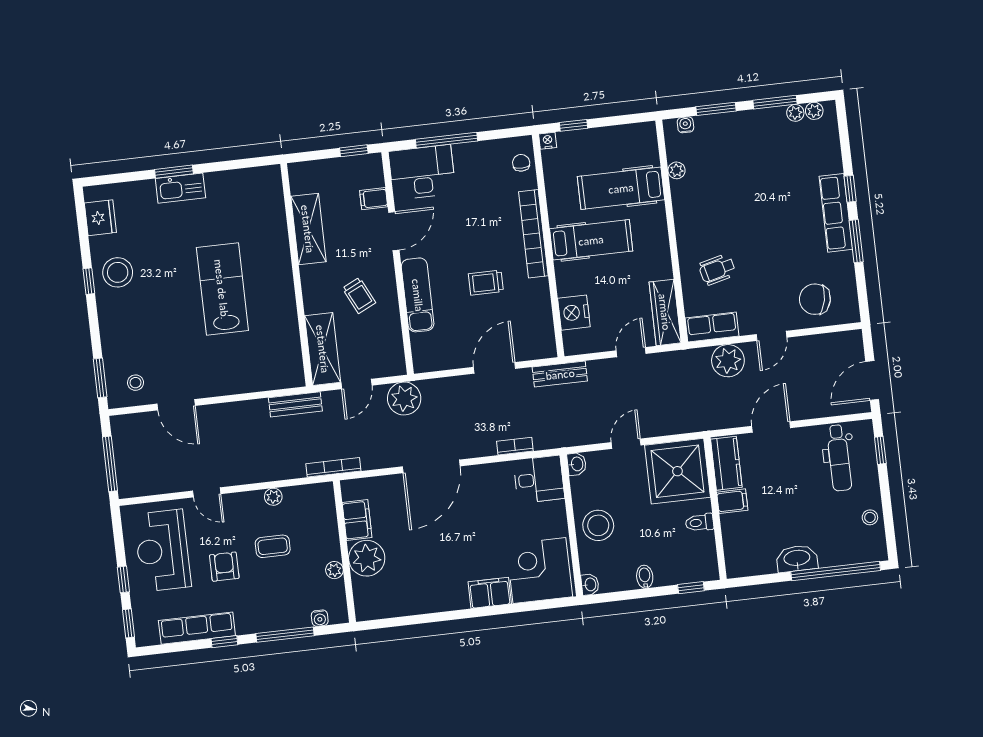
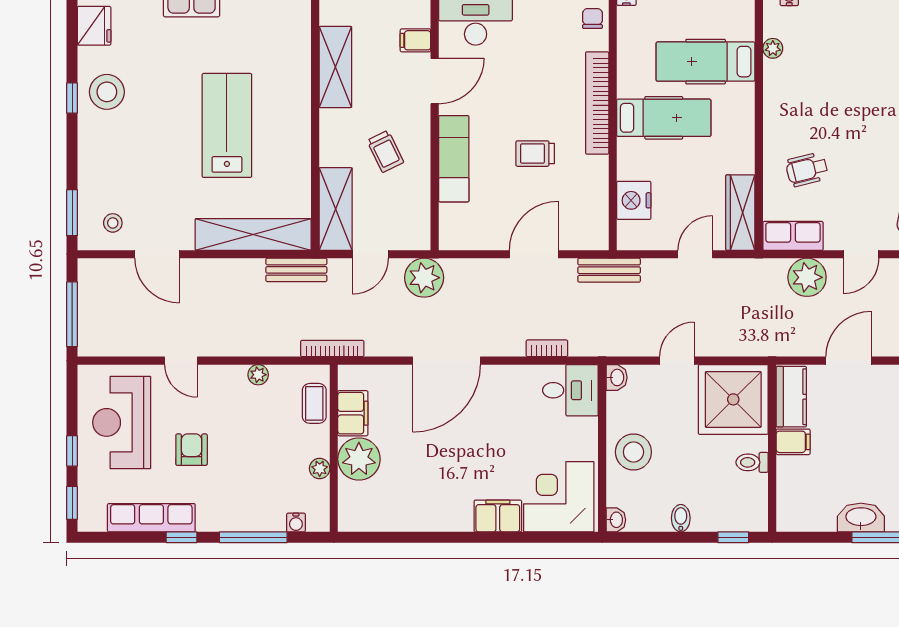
shelving: (255, 379) -> (253, 234), added
coffee table: (273, 546) -> (314, 403), moved, turned 90

